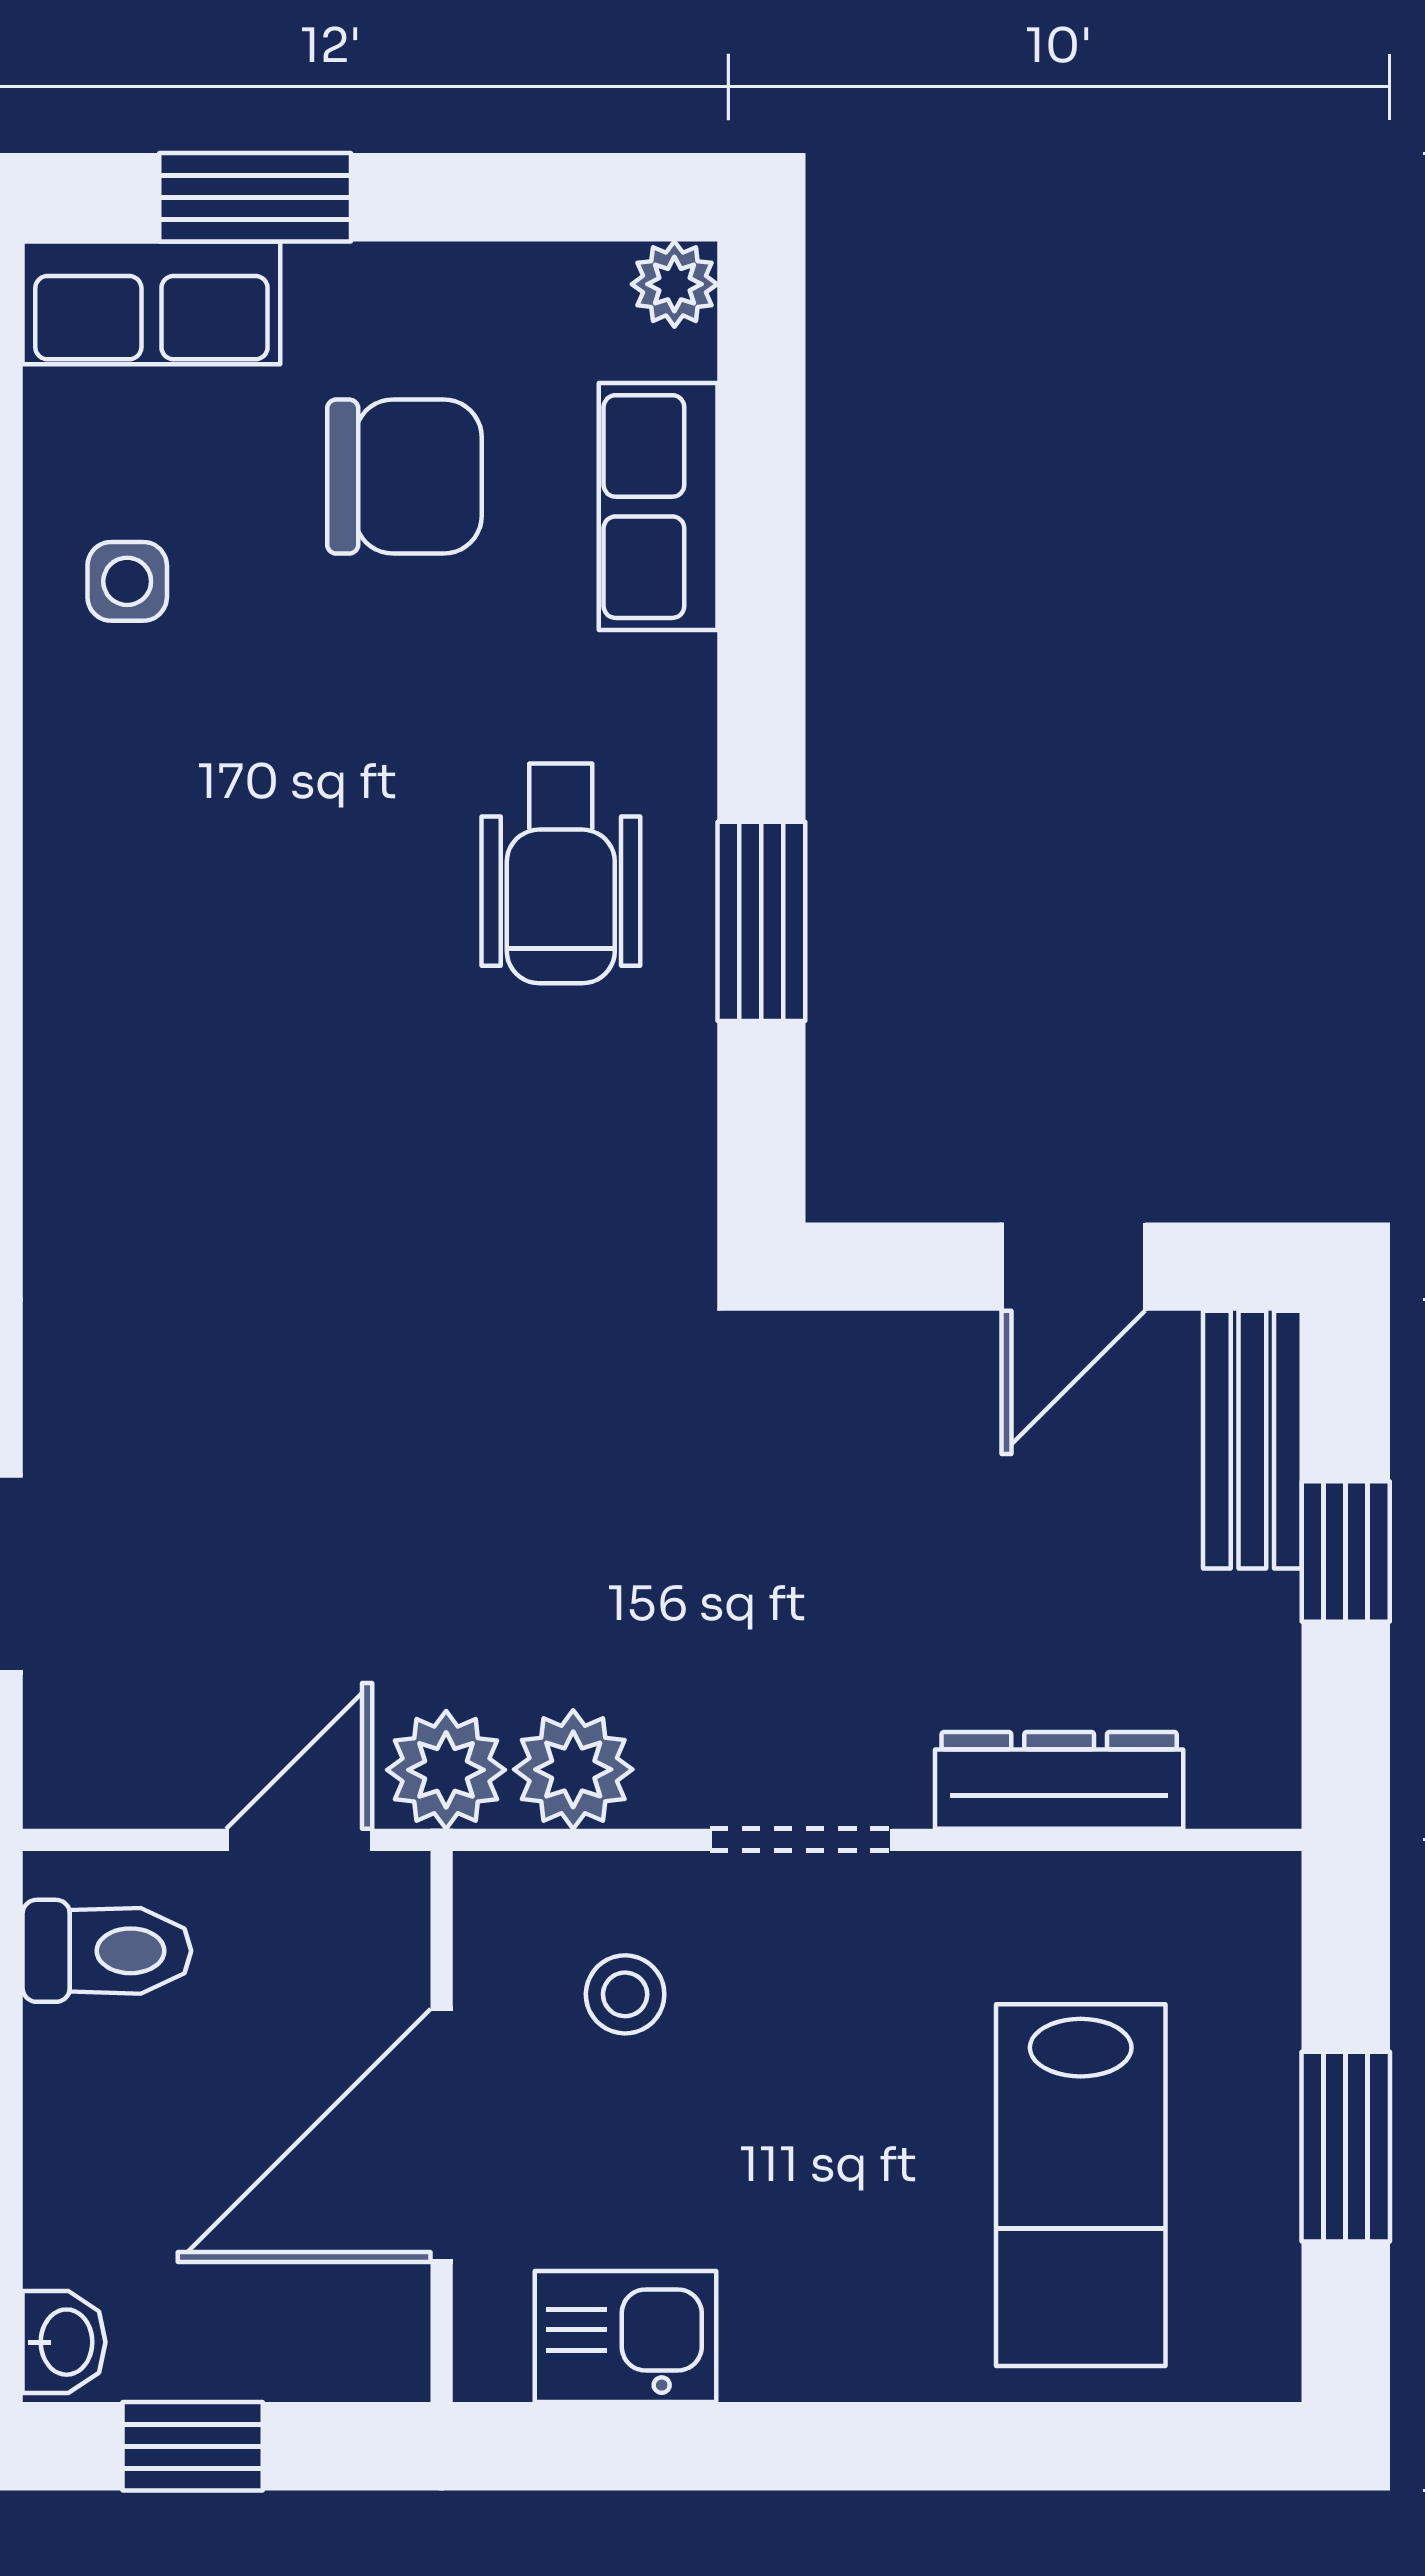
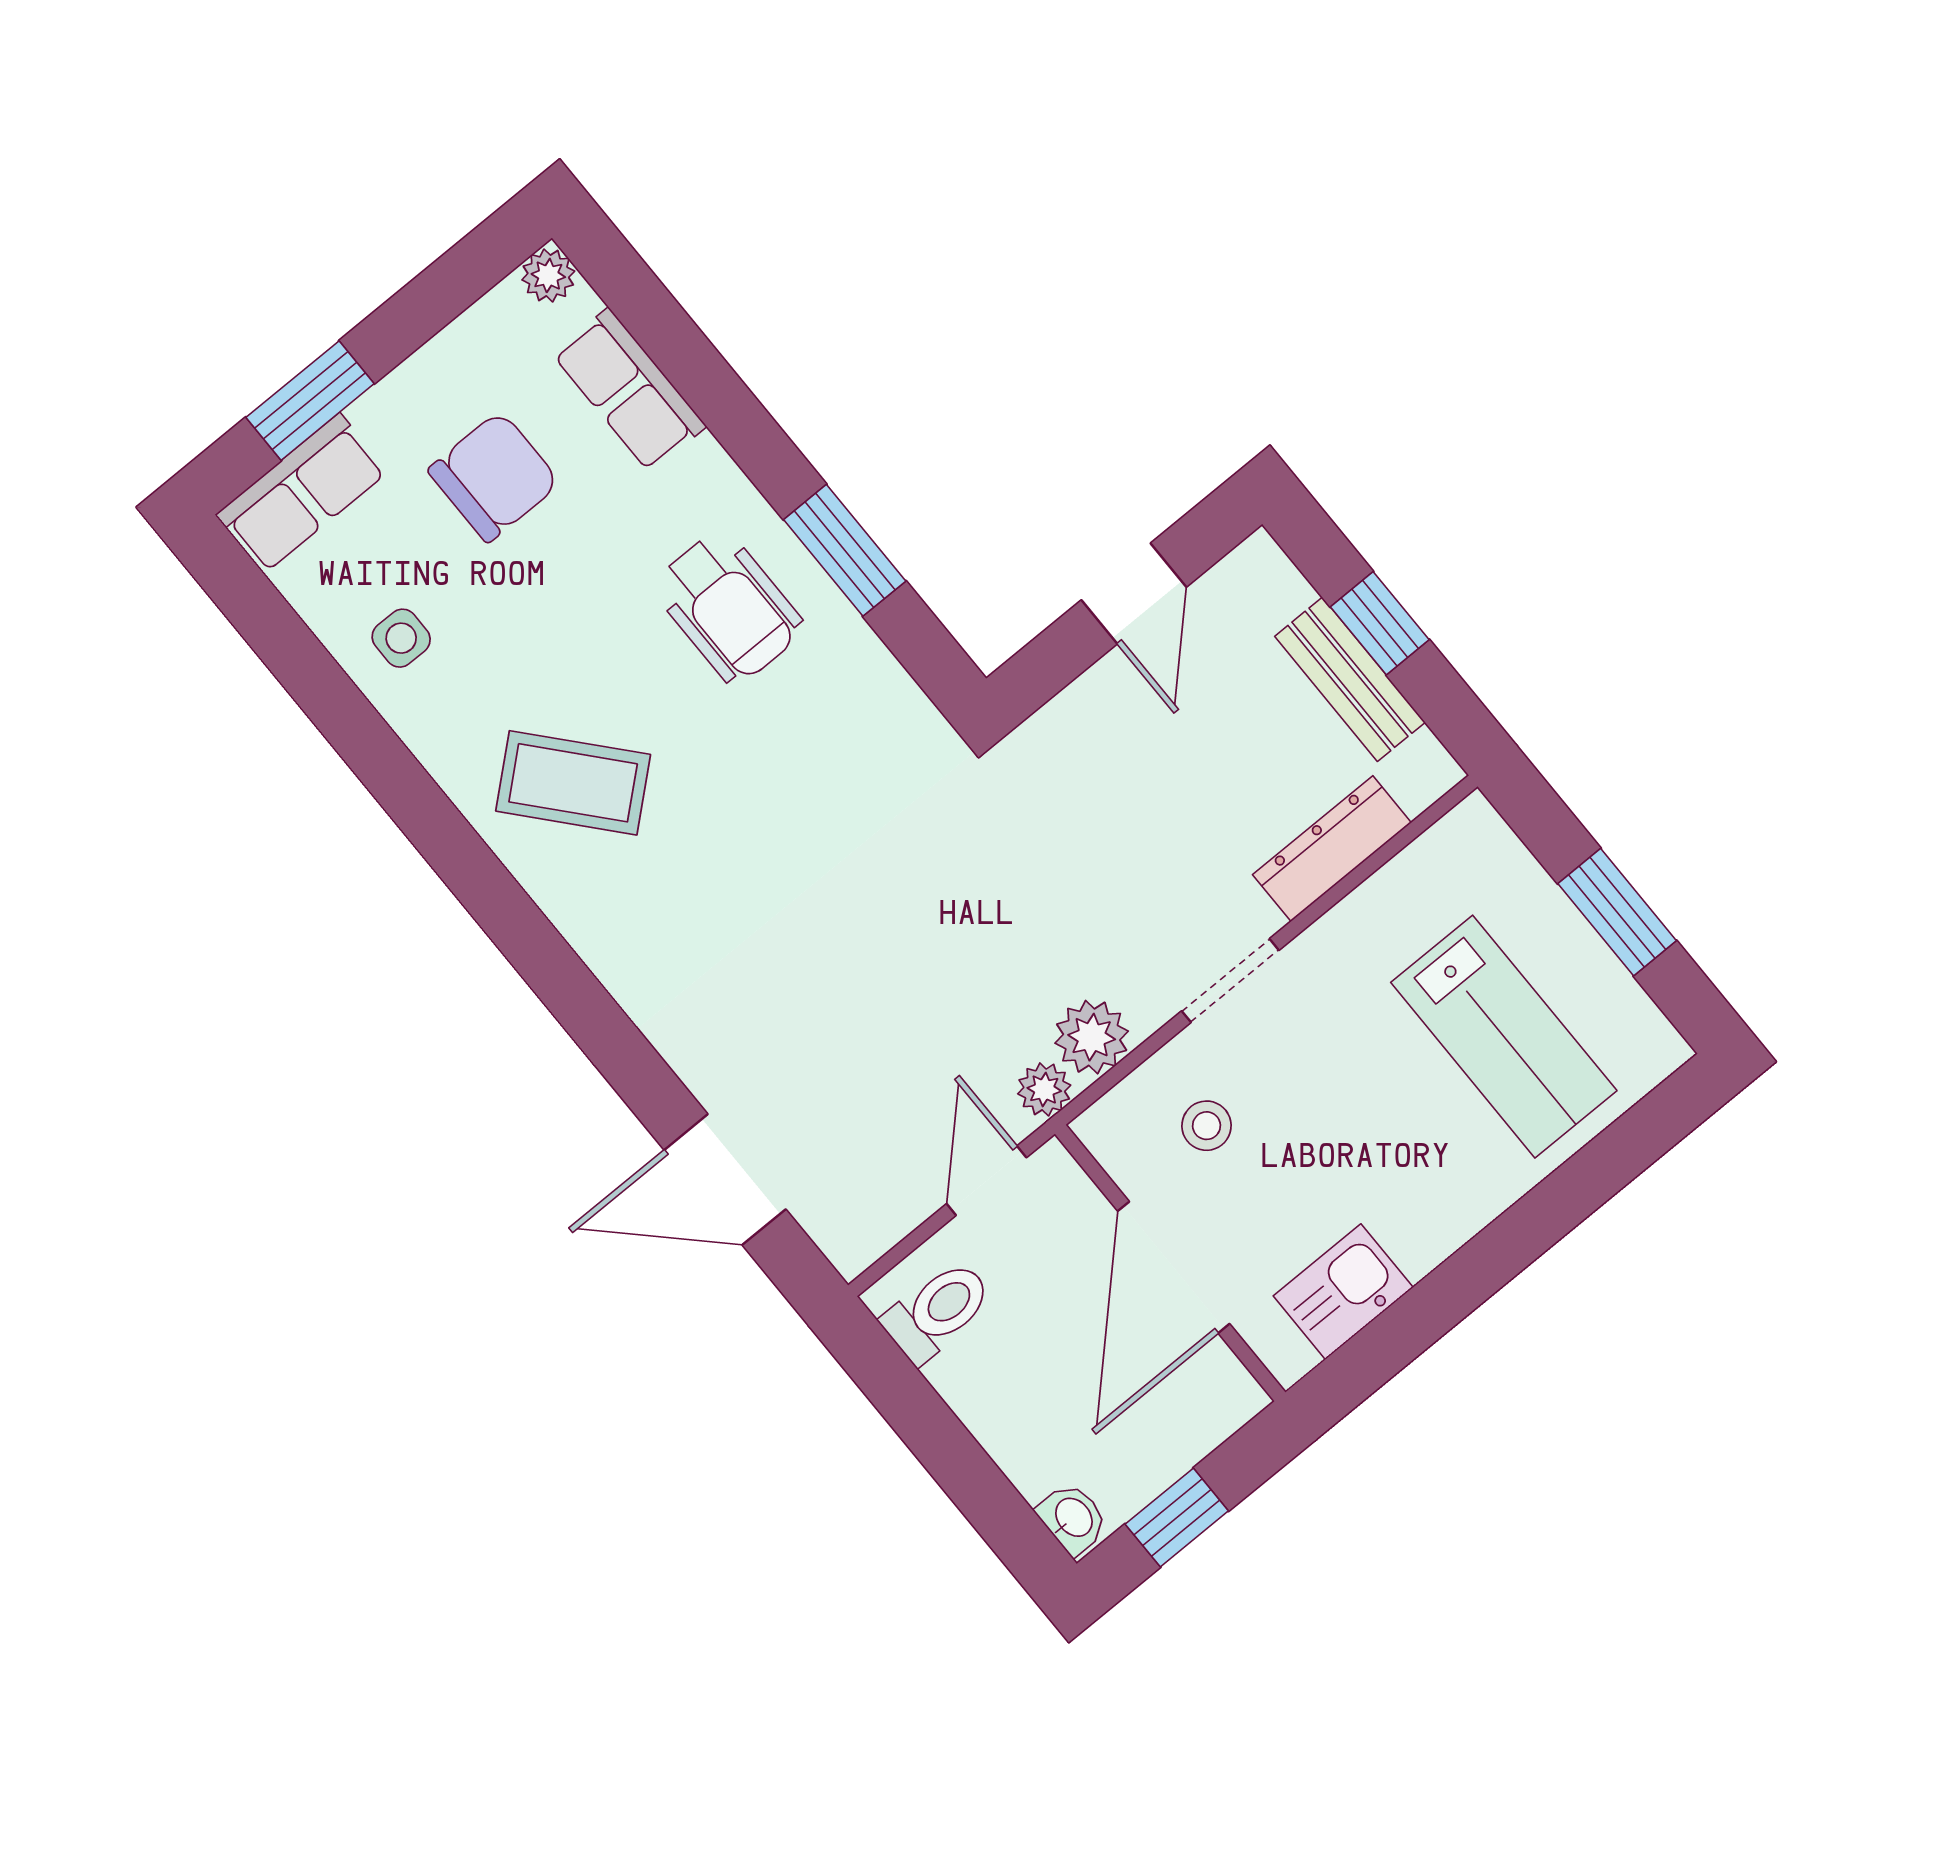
coffee table: (192, 933) -> (573, 783), added
bench: (1252, 1440) -> (1350, 679), moved
plant: (446, 1770) -> (1044, 1089), width x0.73, depth x0.73

